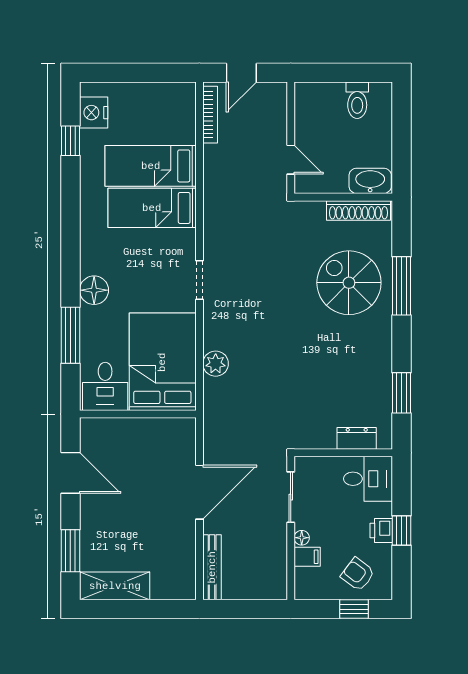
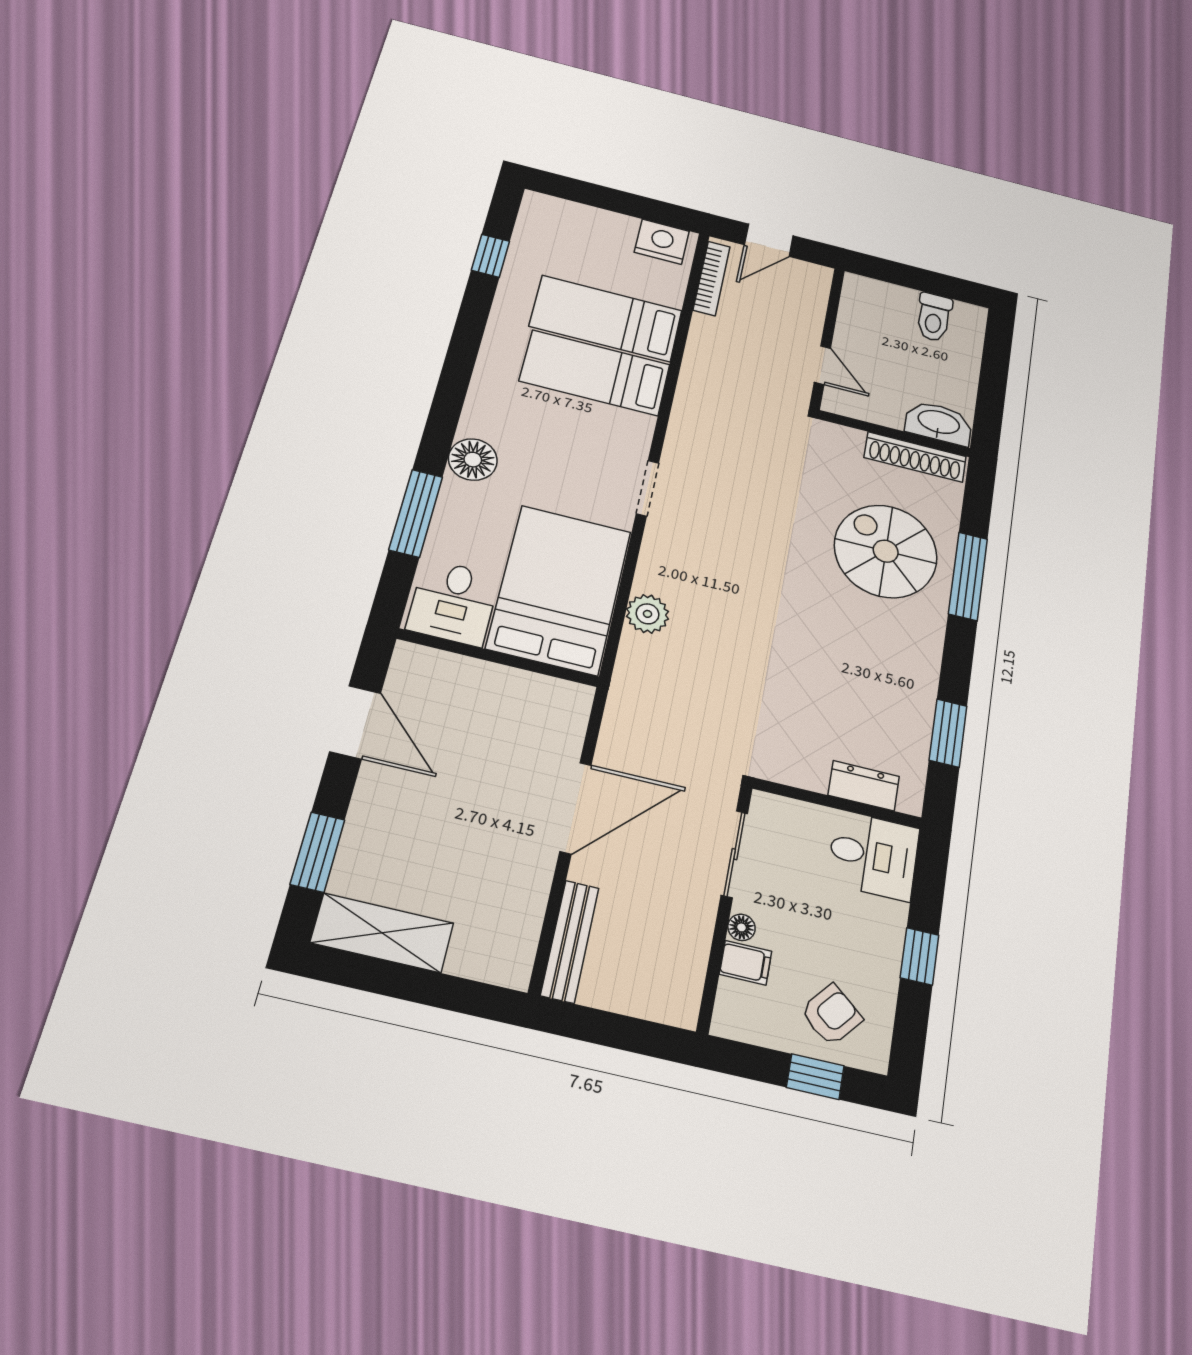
nightstand: (94, 113) -> (662, 242), moved, turned 90
printer: (381, 530) -> (884, 948), removed
armchair: (358, 574) -> (831, 1015), turned 93

